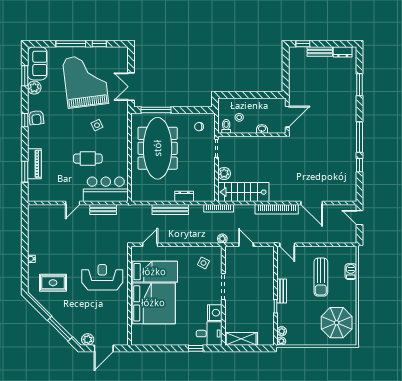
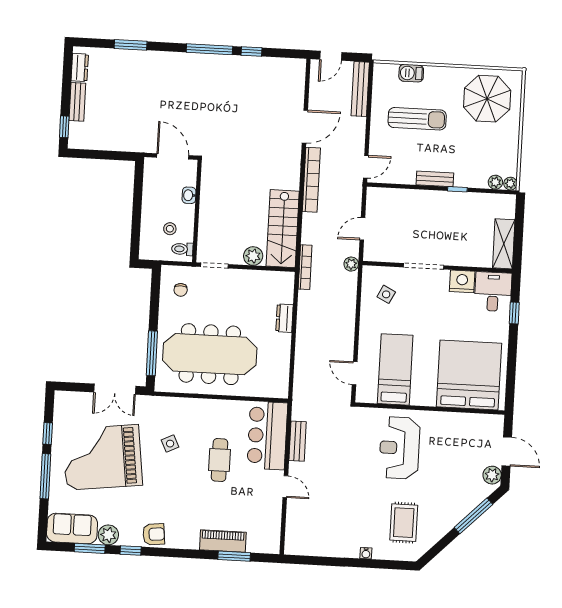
window: (25, 120) -> (131, 551), moved
bench: (170, 210) -> (360, 89), moved
bed: (153, 303) -> (469, 375), moved

